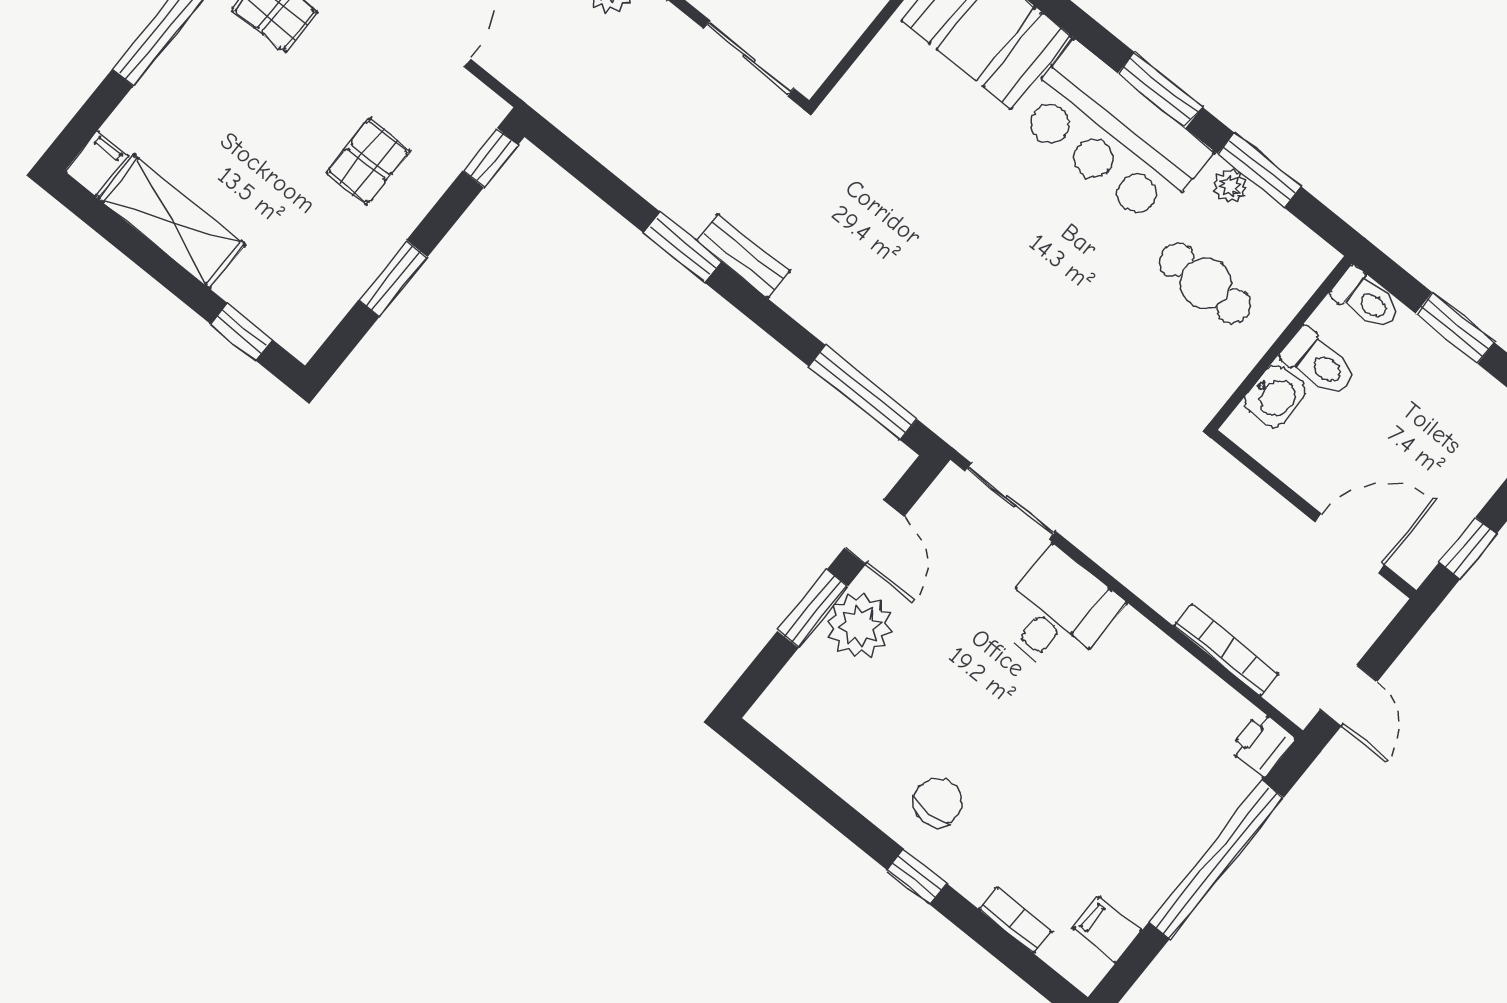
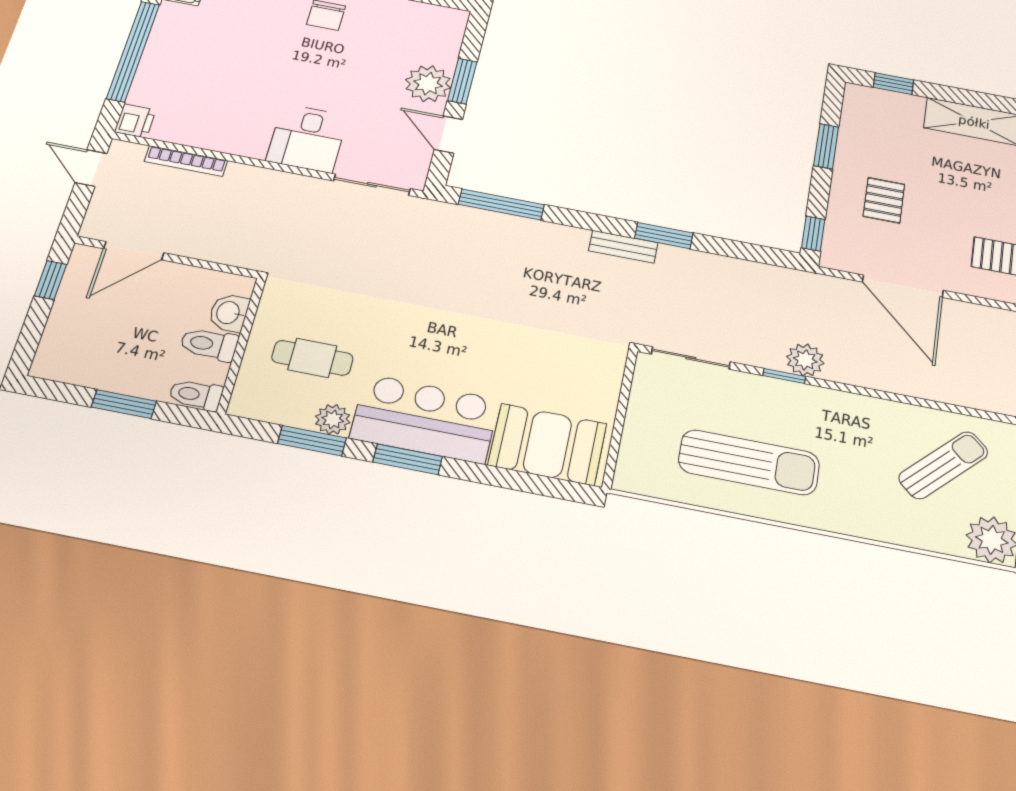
plant: (1230, 186) -> (333, 419), width x1.38, depth x1.38

